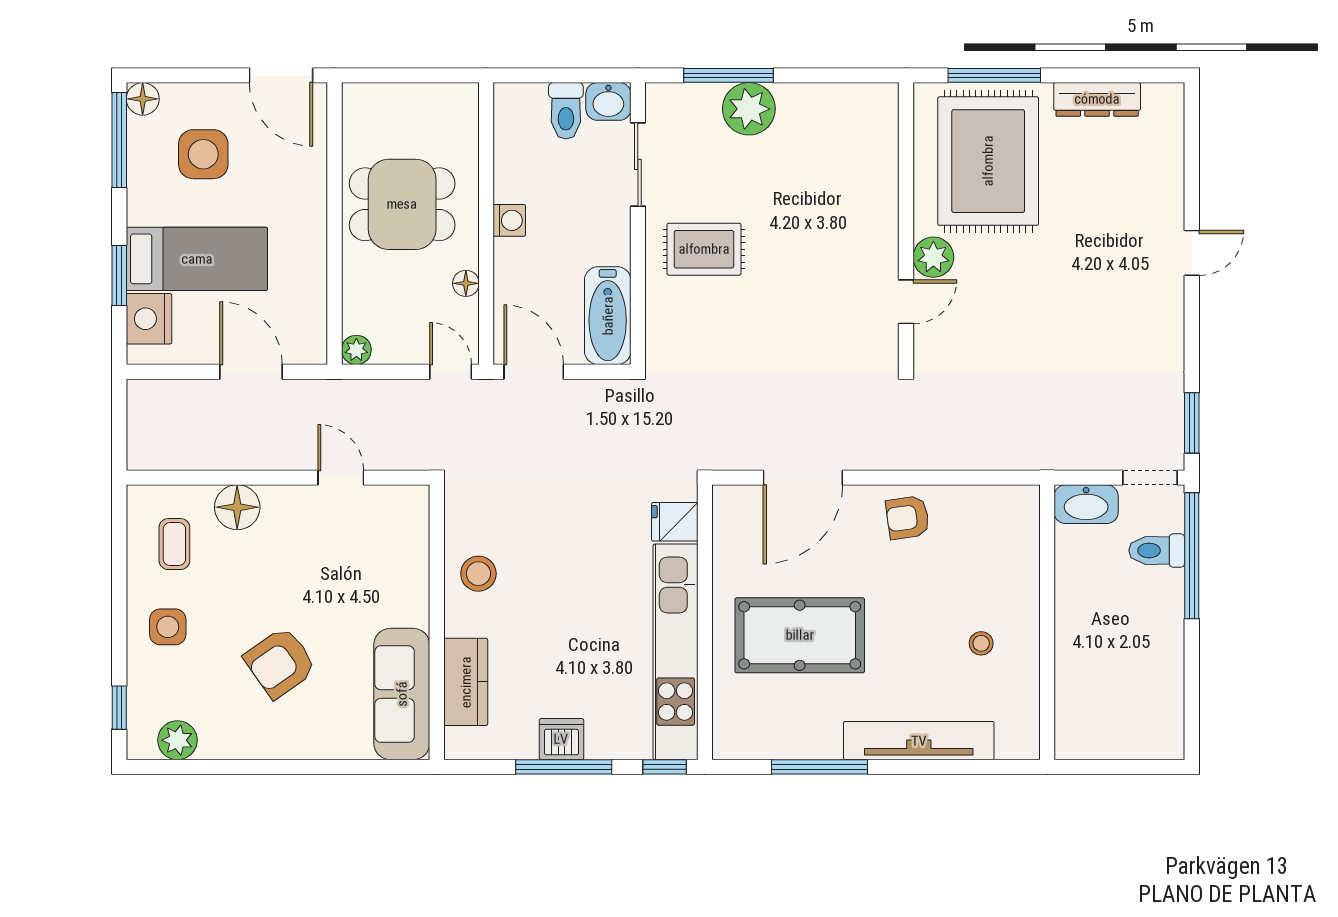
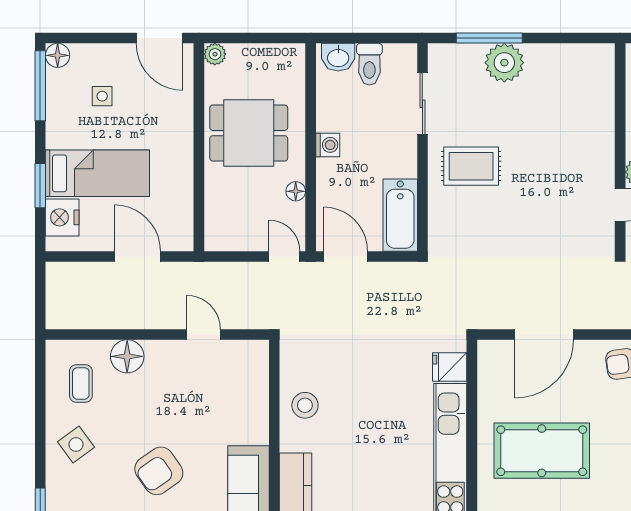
washbasin: (608, 101) -> (338, 57), moved
side table: (203, 154) -> (102, 96), width x0.54, depth x0.54
plant: (356, 350) -> (215, 54), moved
side table: (168, 627) -> (76, 445), turned -36

